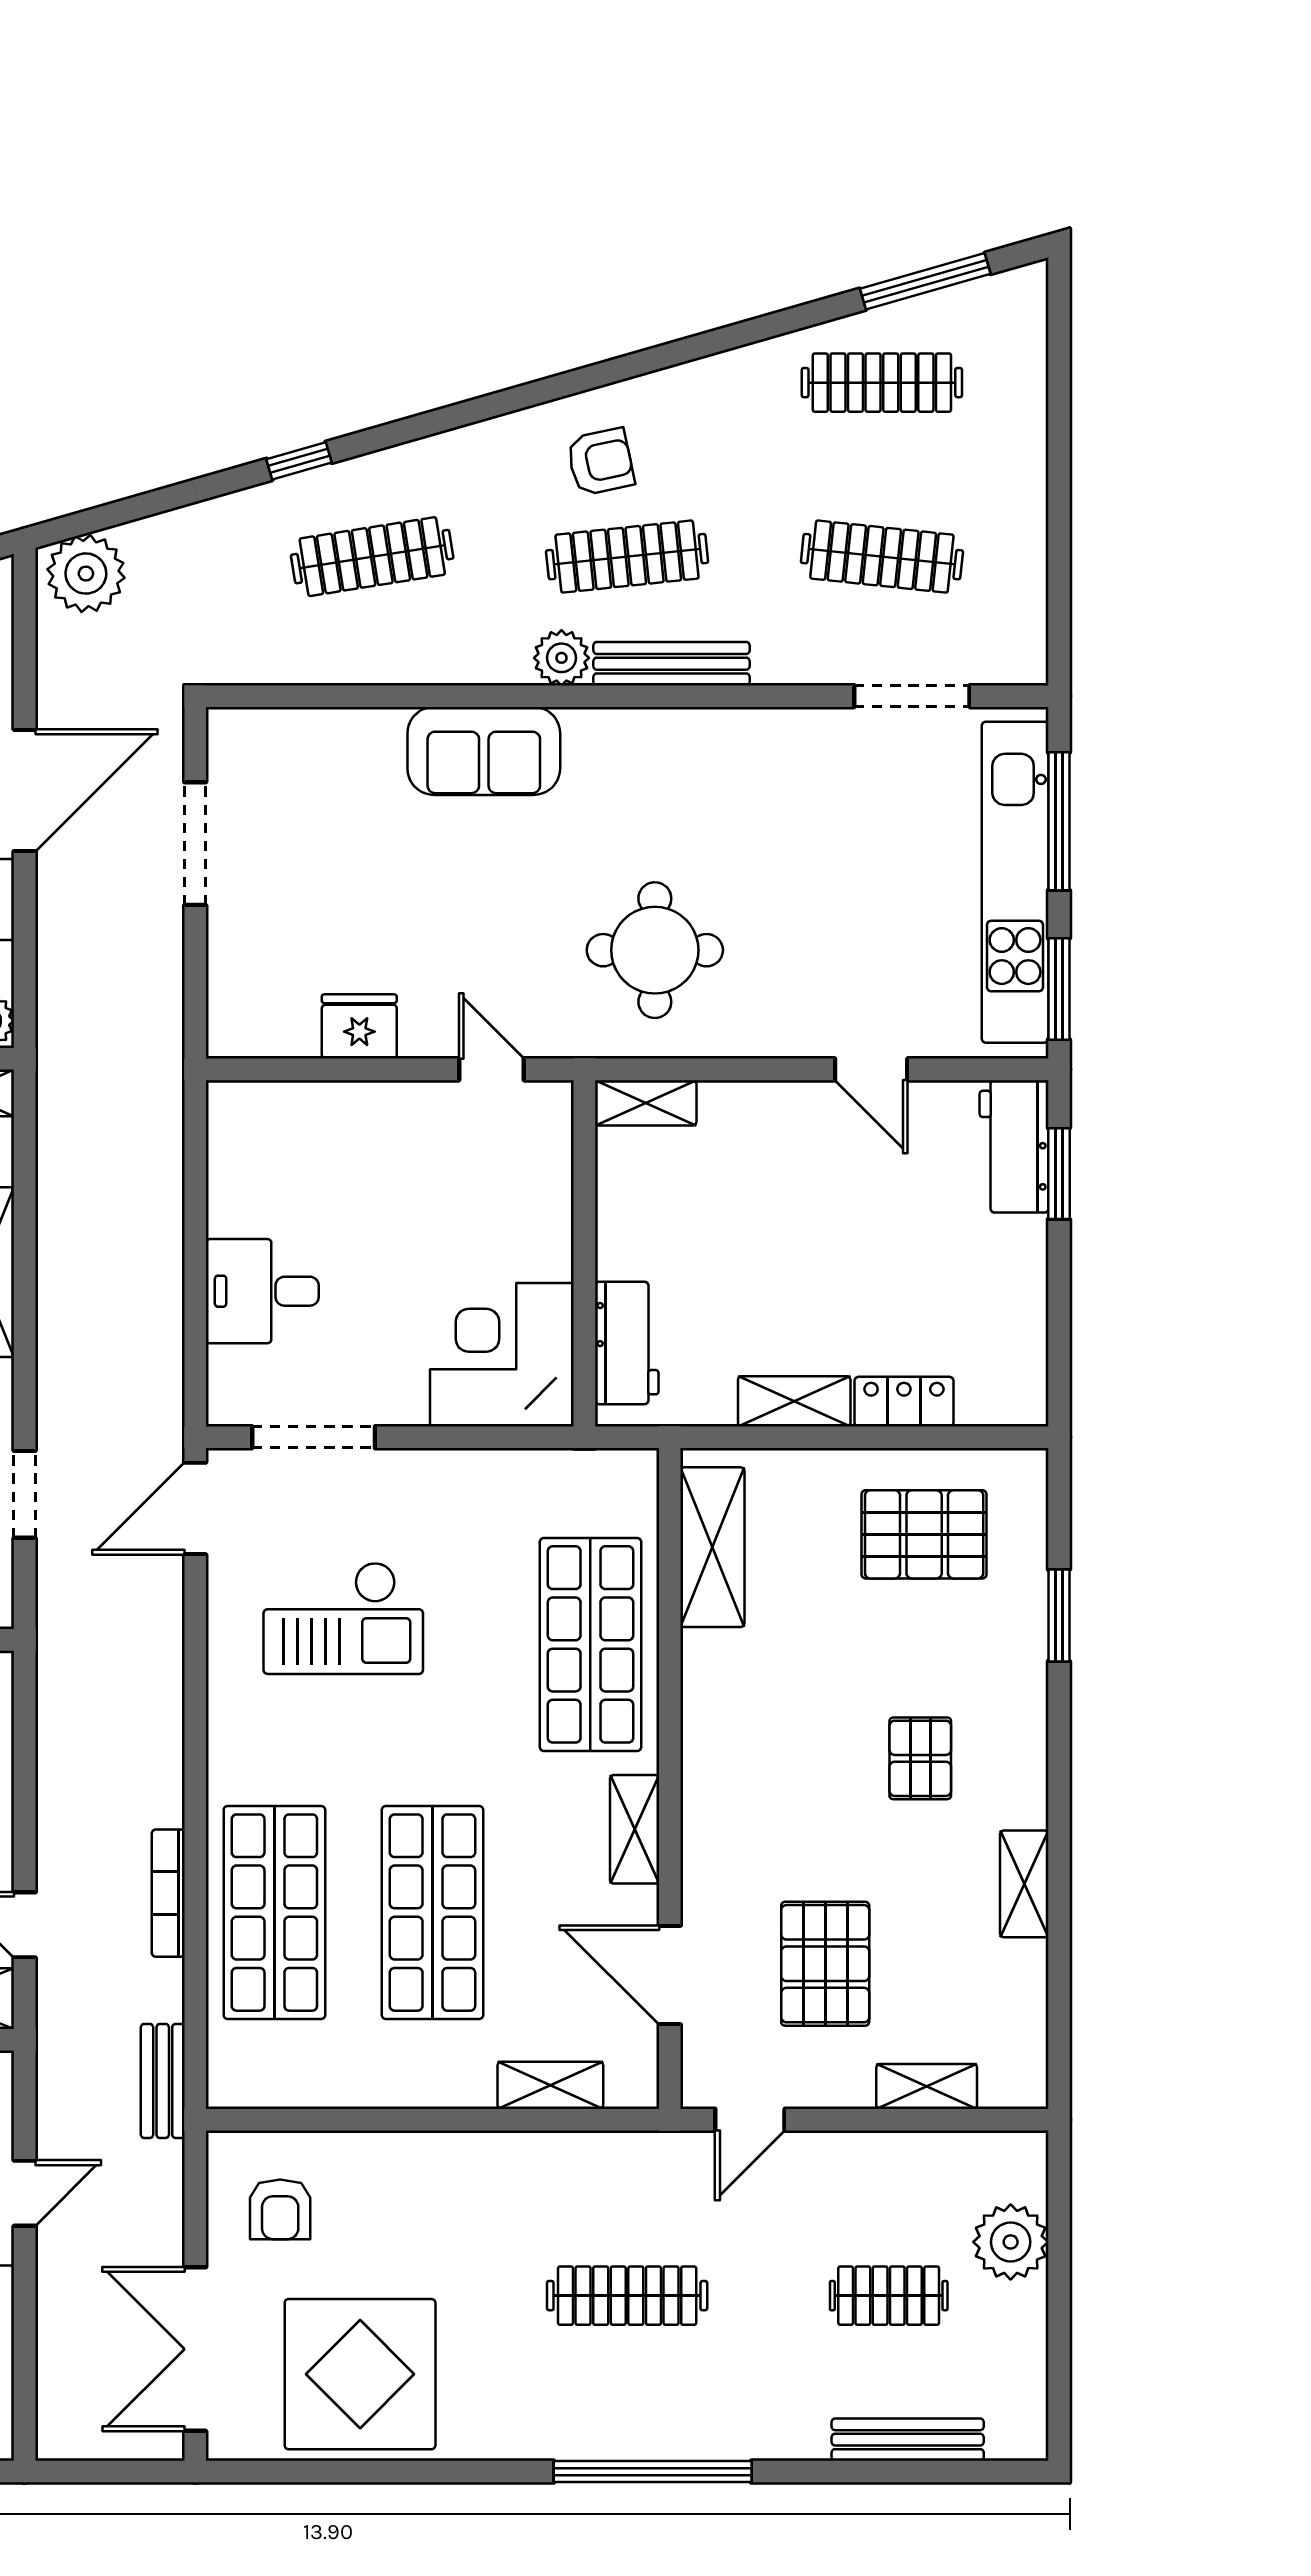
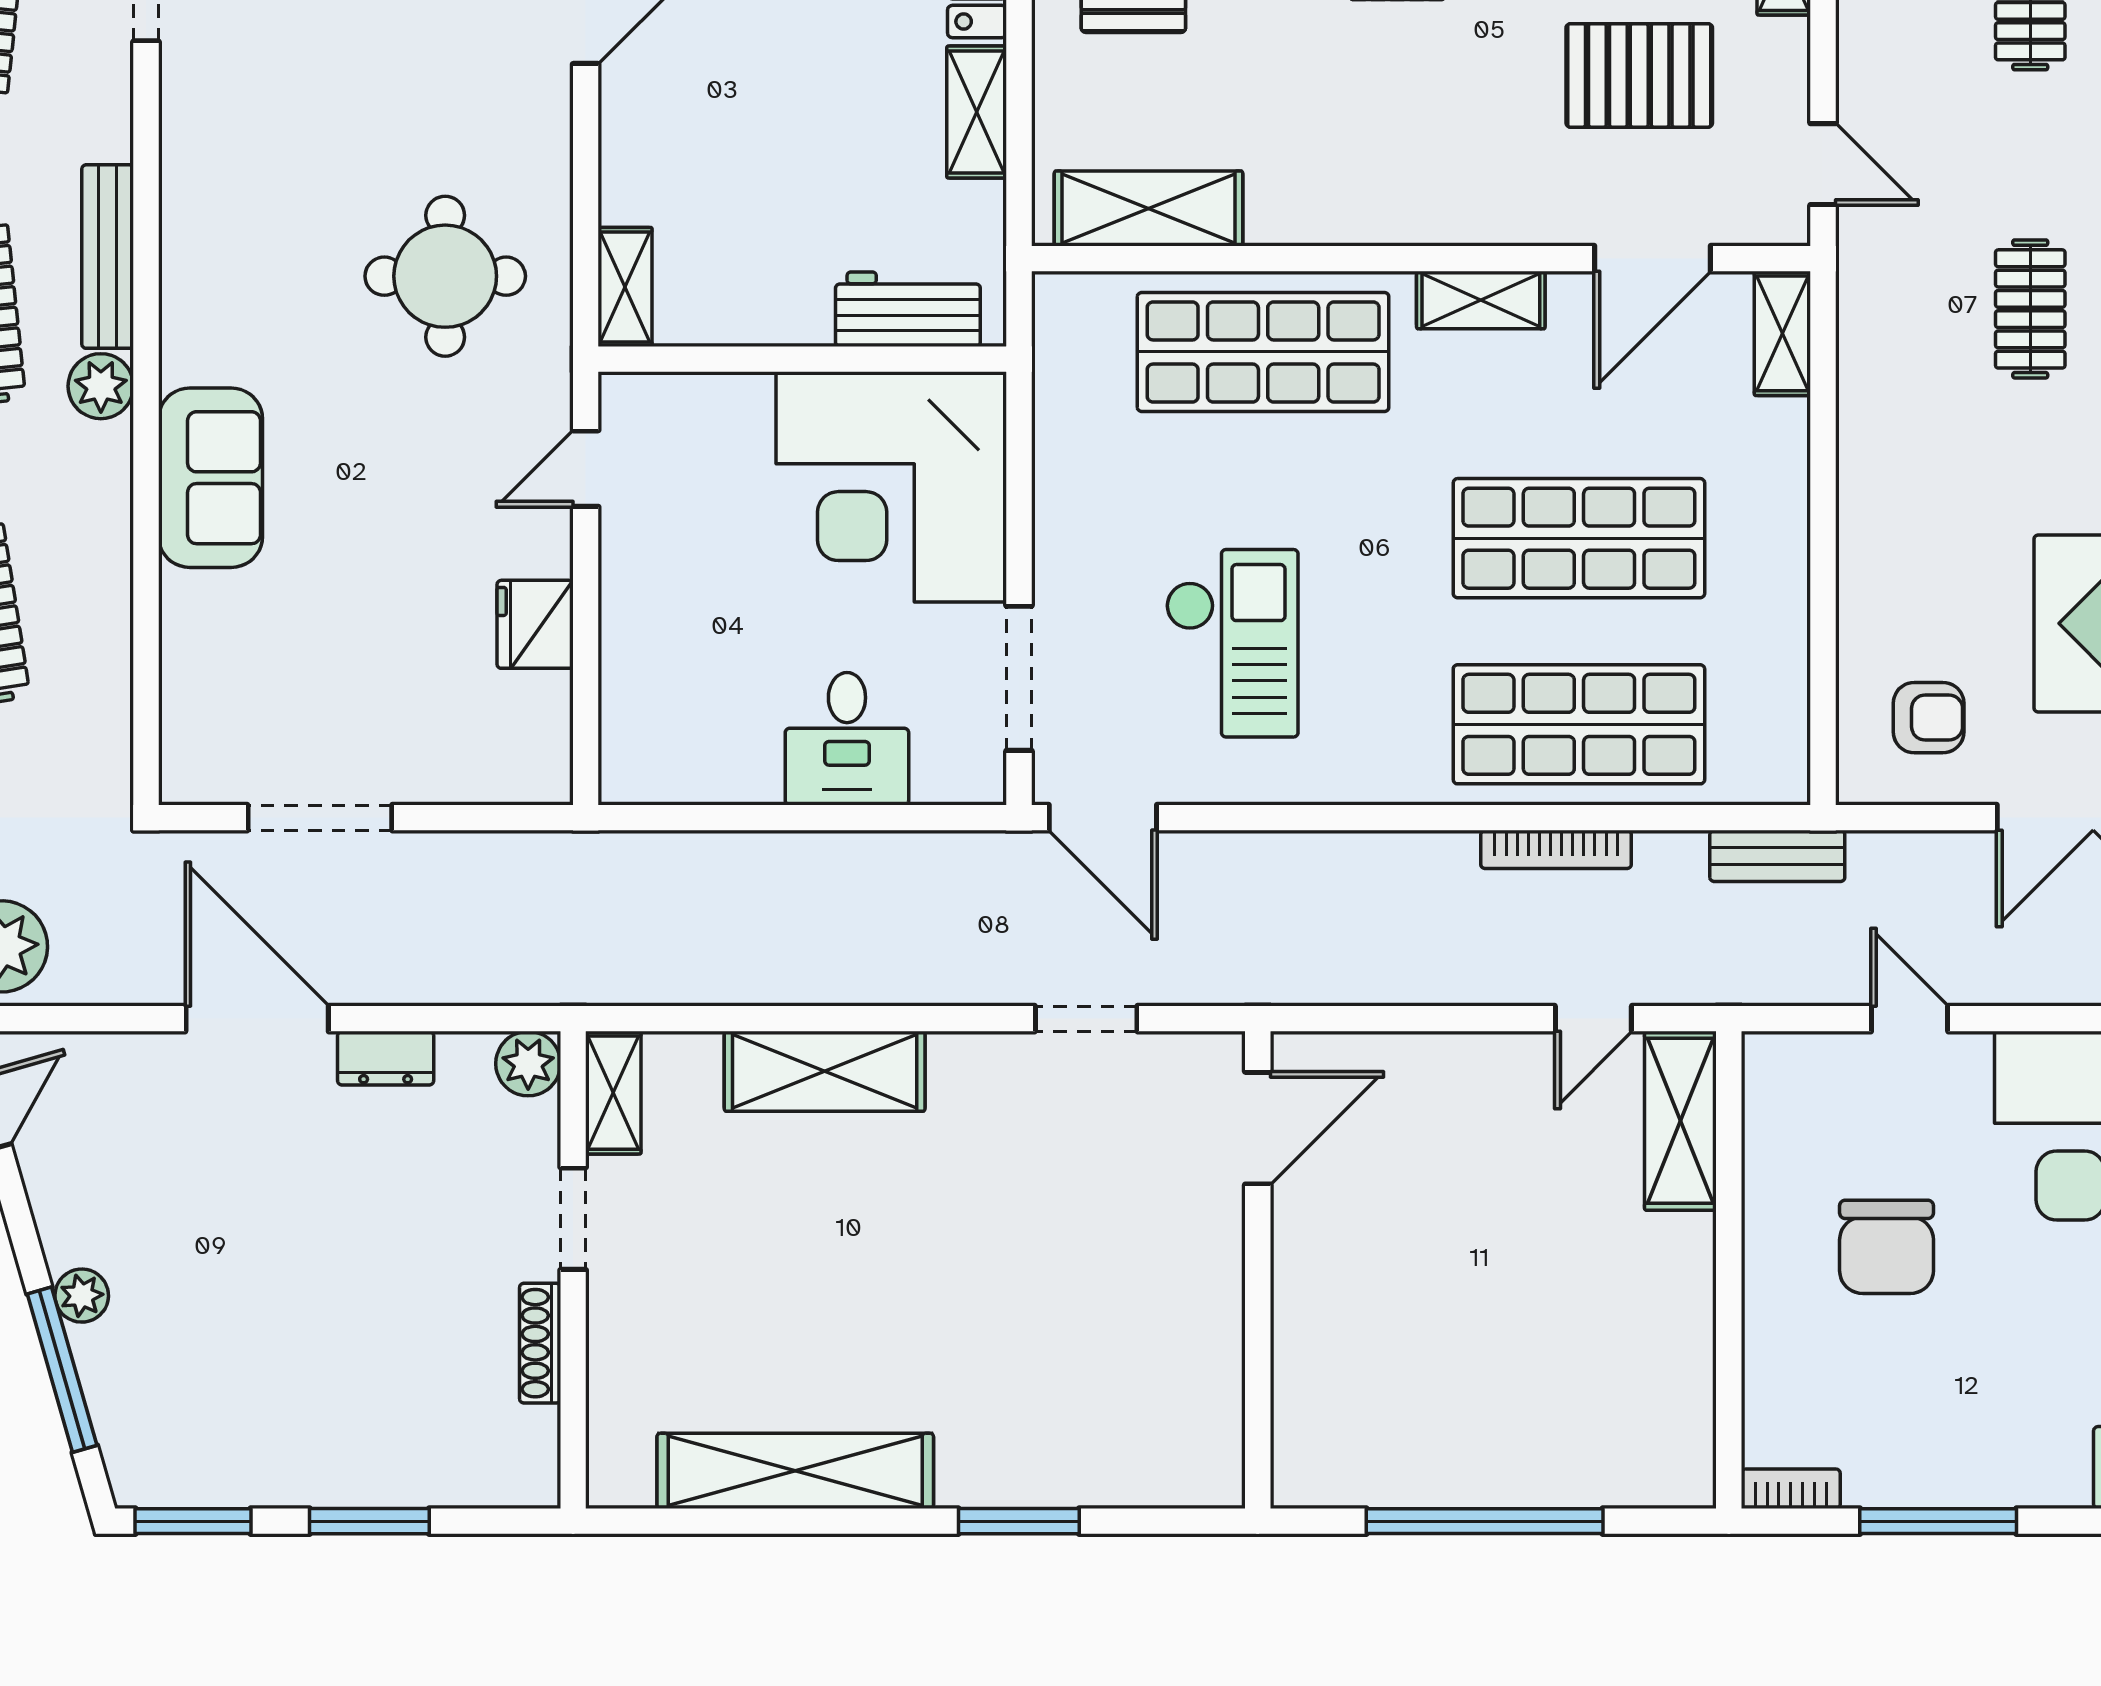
corner desk: (502, 1355) -> (891, 487), width x1.36, depth x1.36
shelving: (550, 2085) -> (1782, 333), moved
clothes rail: (627, 2296) -> (2030, 309), width x0.73

